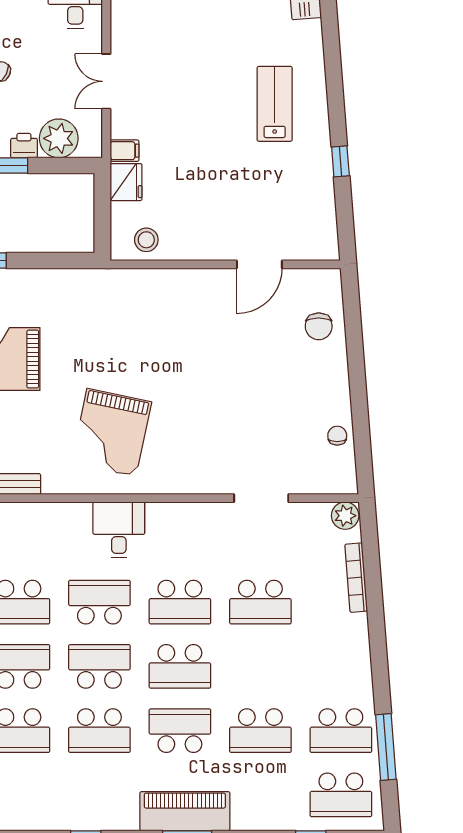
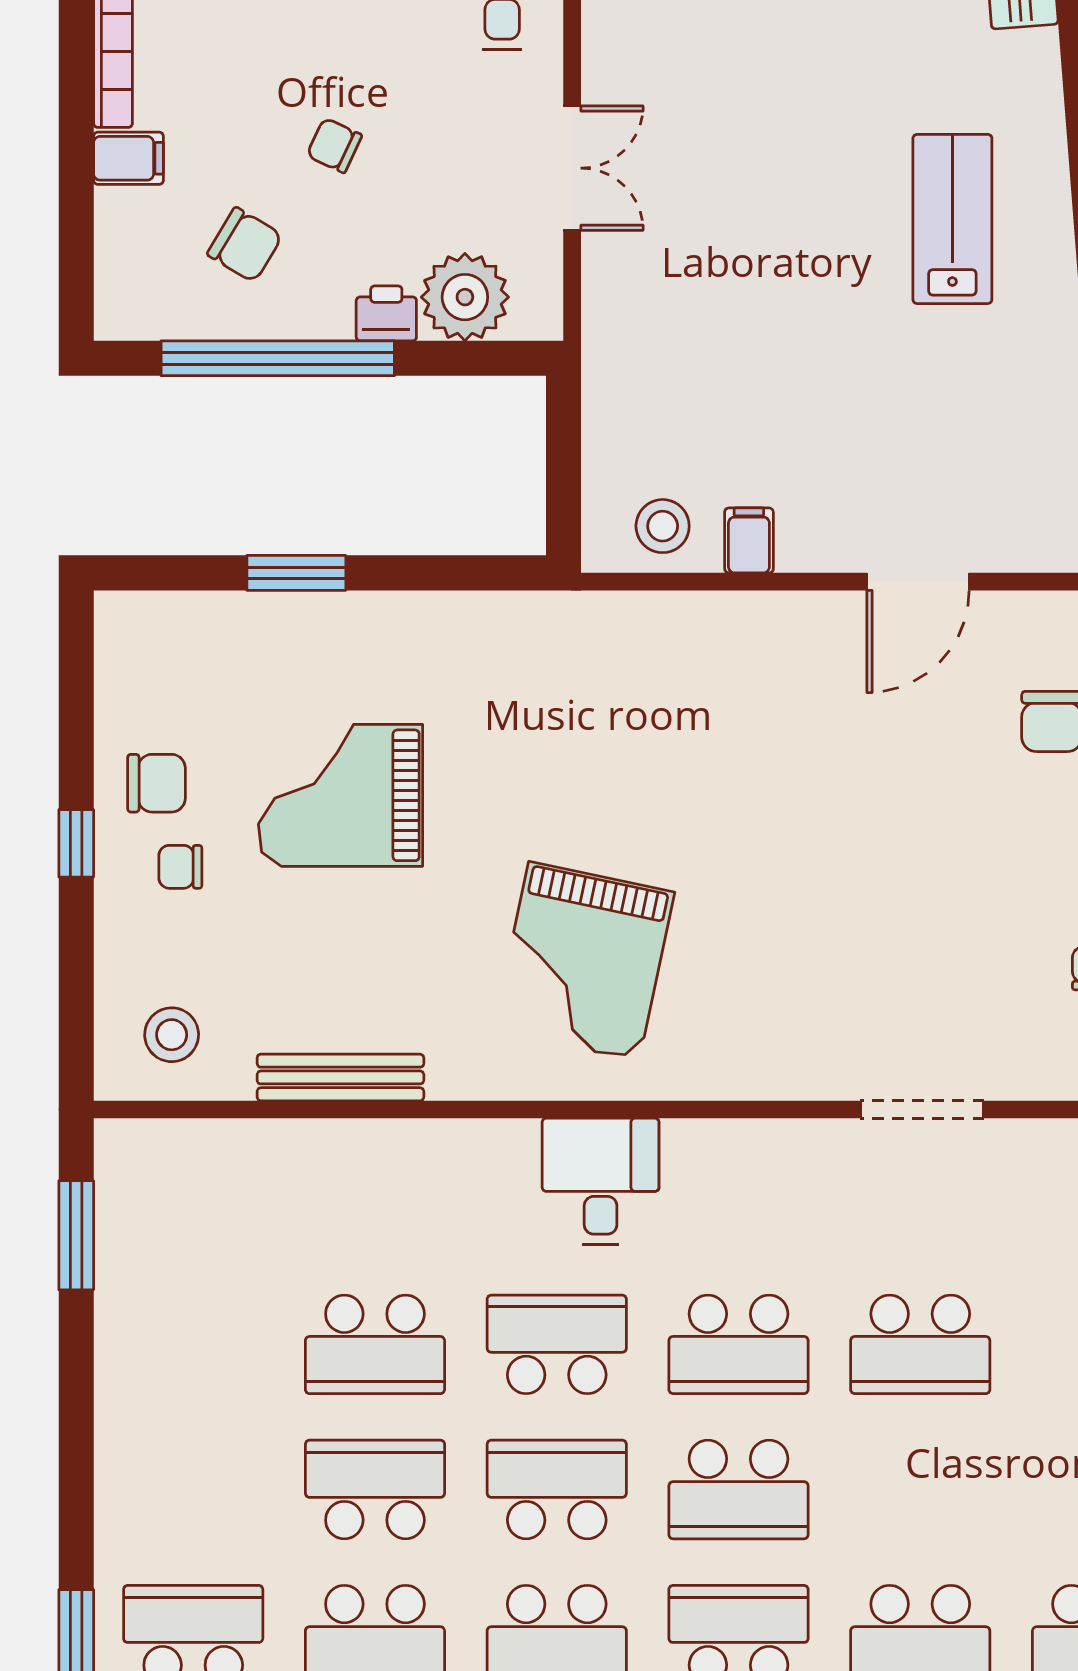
double door: (106, 81) -> (572, 168), swing flipped
filing cabinet: (124, 151) -> (749, 540), moved, turned -90
fridge: (126, 182) -> (617, 396), removed

